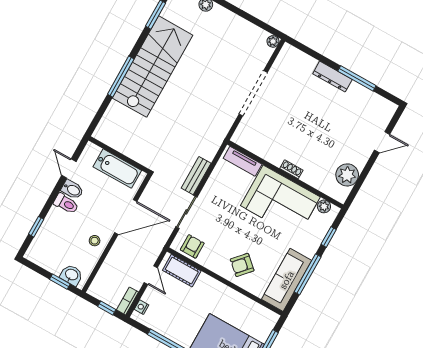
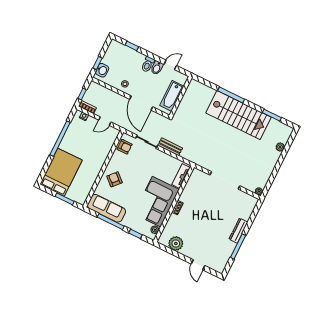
cot: (182, 271) -> (109, 141), removed

